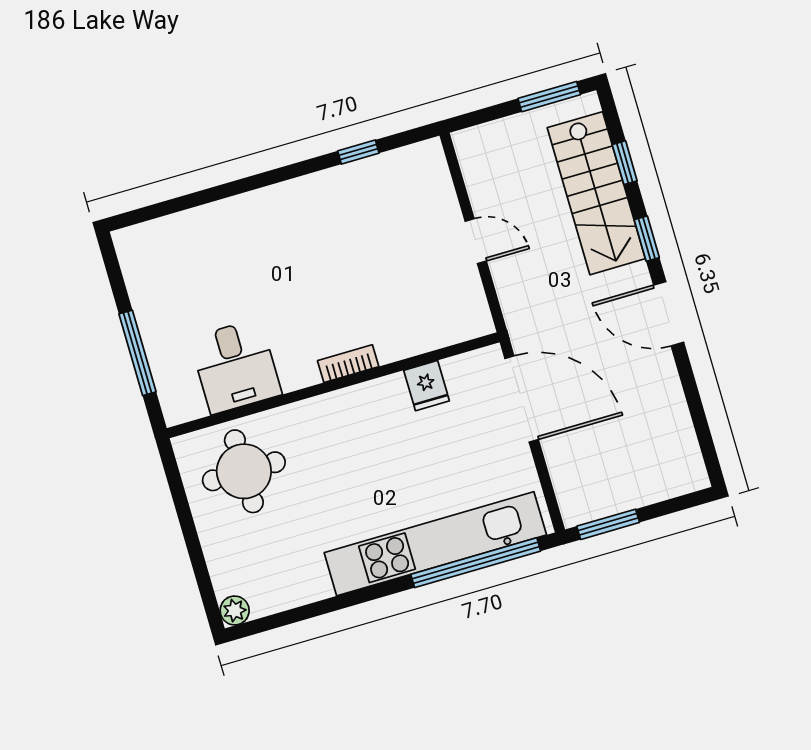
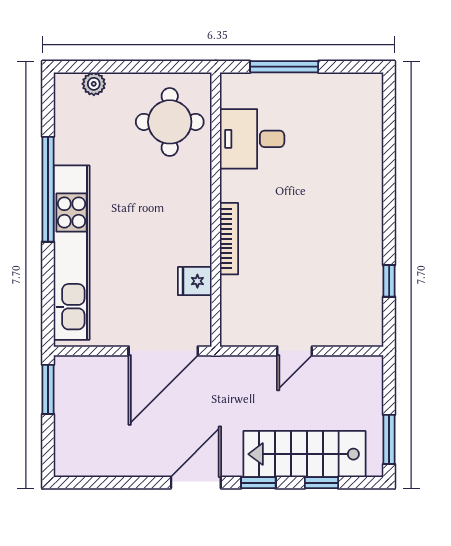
bookcase: (348, 364) -> (229, 239), width x1.56
window: (476, 563) -> (48, 189), moved
plant: (235, 610) -> (94, 84), moved

